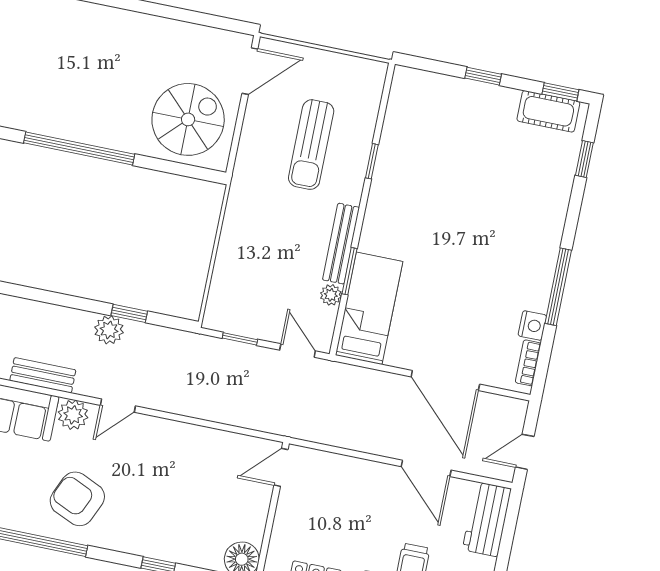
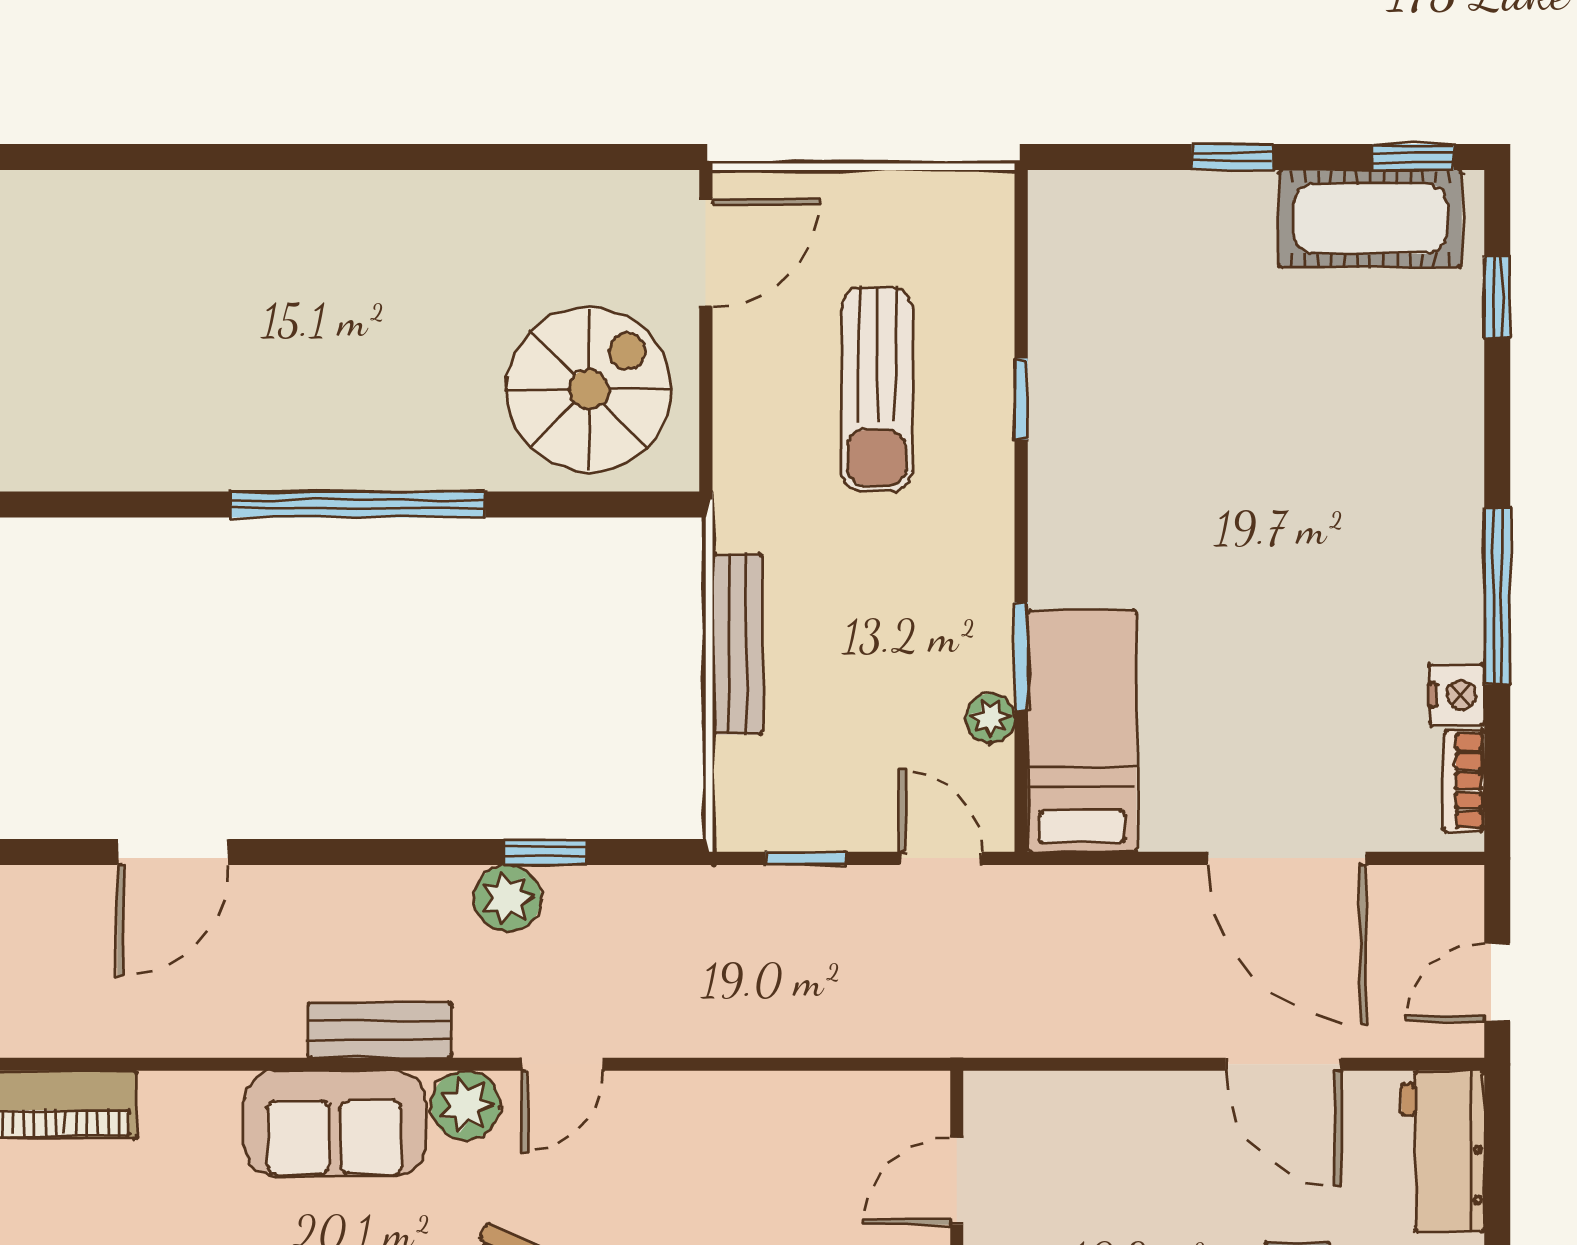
cot: (548, 111) -> (1370, 219), width x1.37, depth x1.34
bench: (341, 244) -> (738, 644), moved
door: (281, 467) -> (957, 1181), moved

